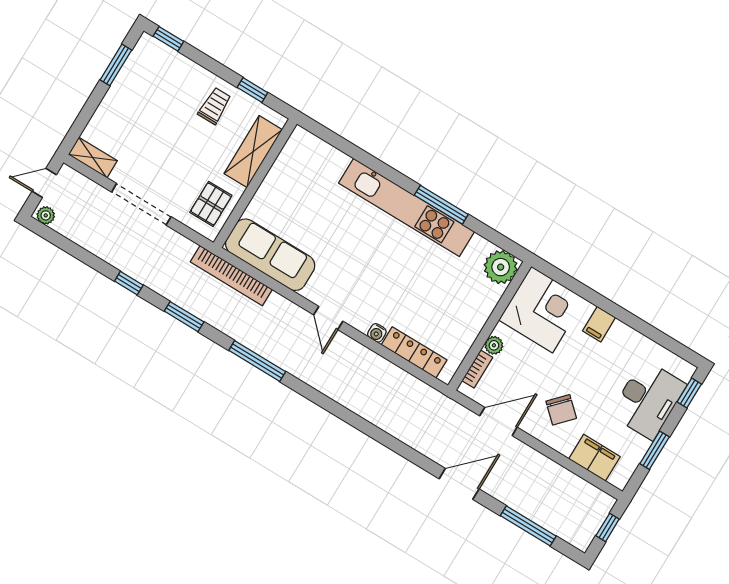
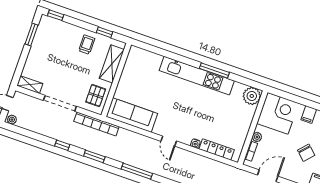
bookcase: (231, 276) -> (96, 124), moved
chair: (561, 410) -> (306, 153), moved

